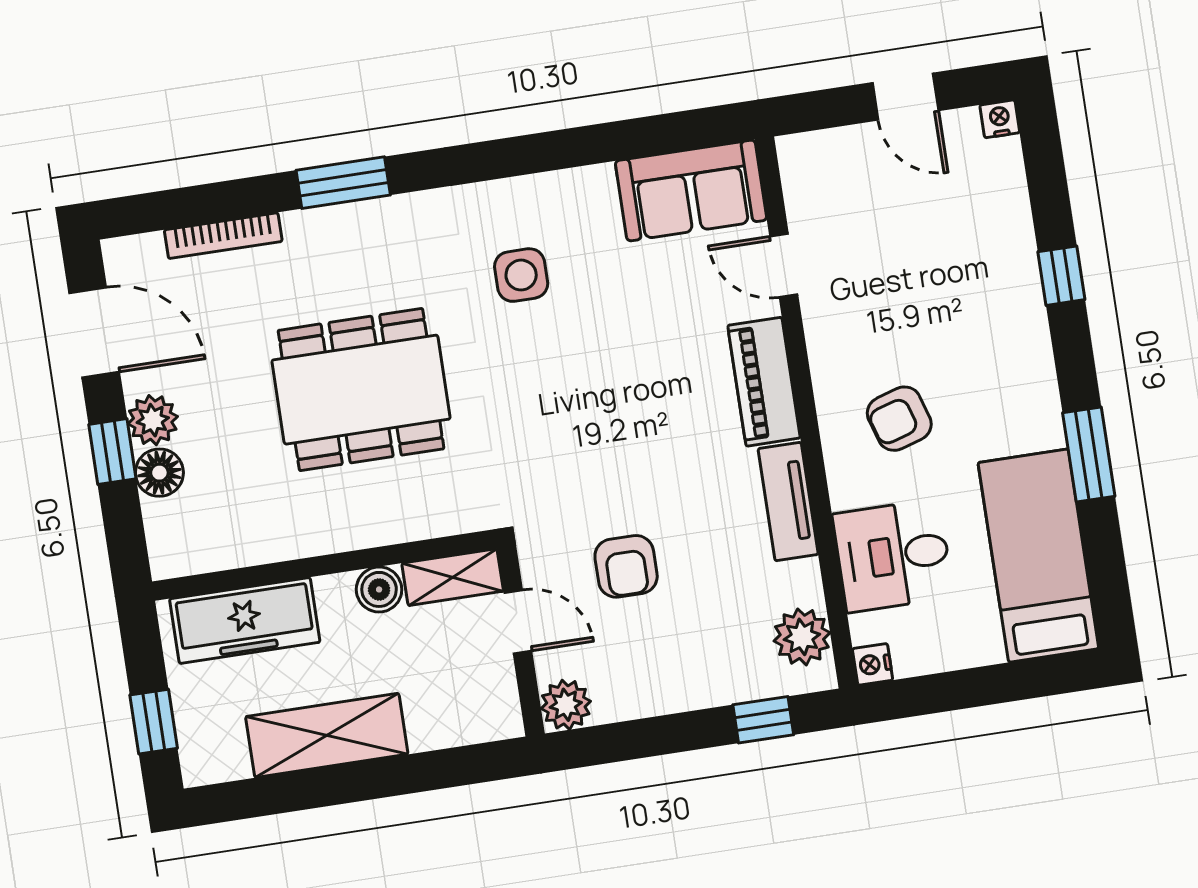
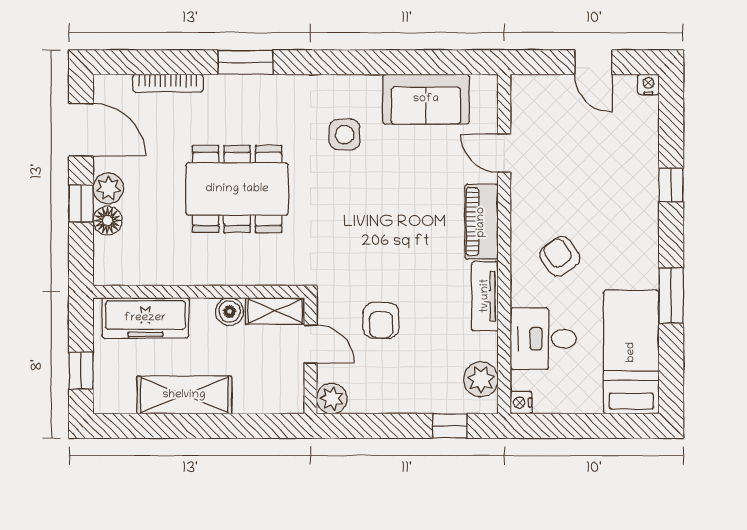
sofa: (691, 190) -> (426, 99), moved
armchair: (899, 419) -> (560, 256), turned 72

